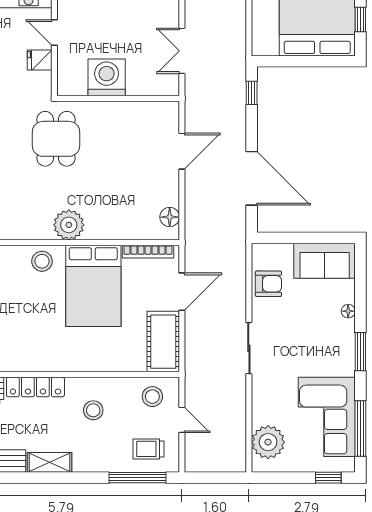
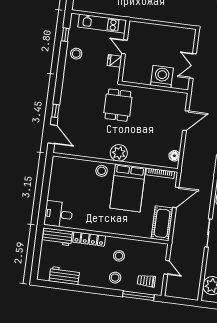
washing machine: (107, 77) -> (162, 77), moved
stool: (152, 397) -> (115, 278), moved
shelving: (50, 462) -> (91, 281), removed

